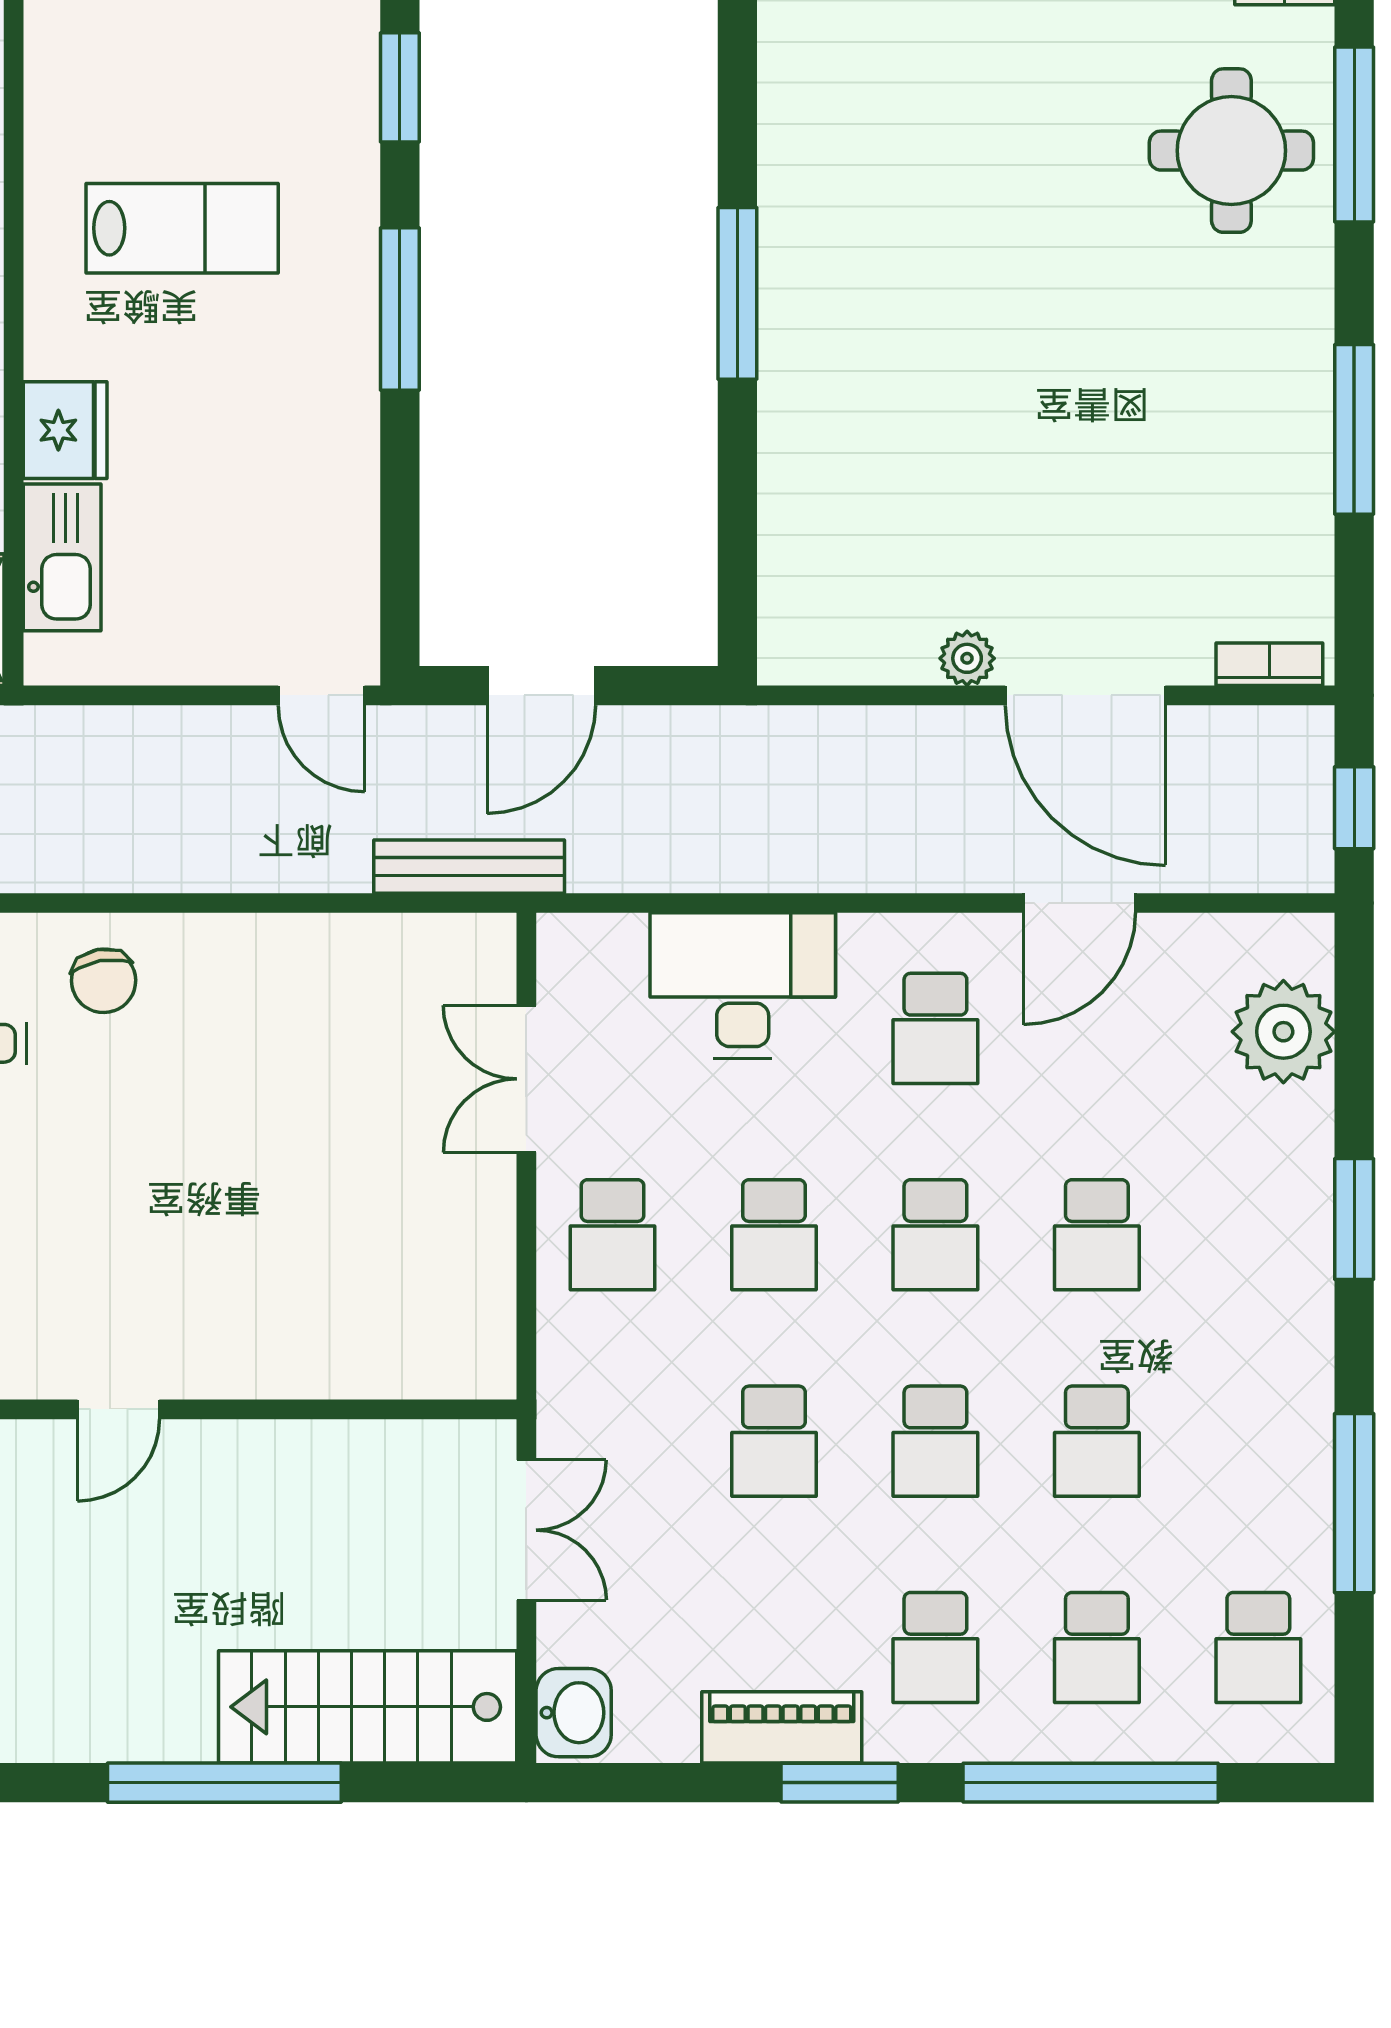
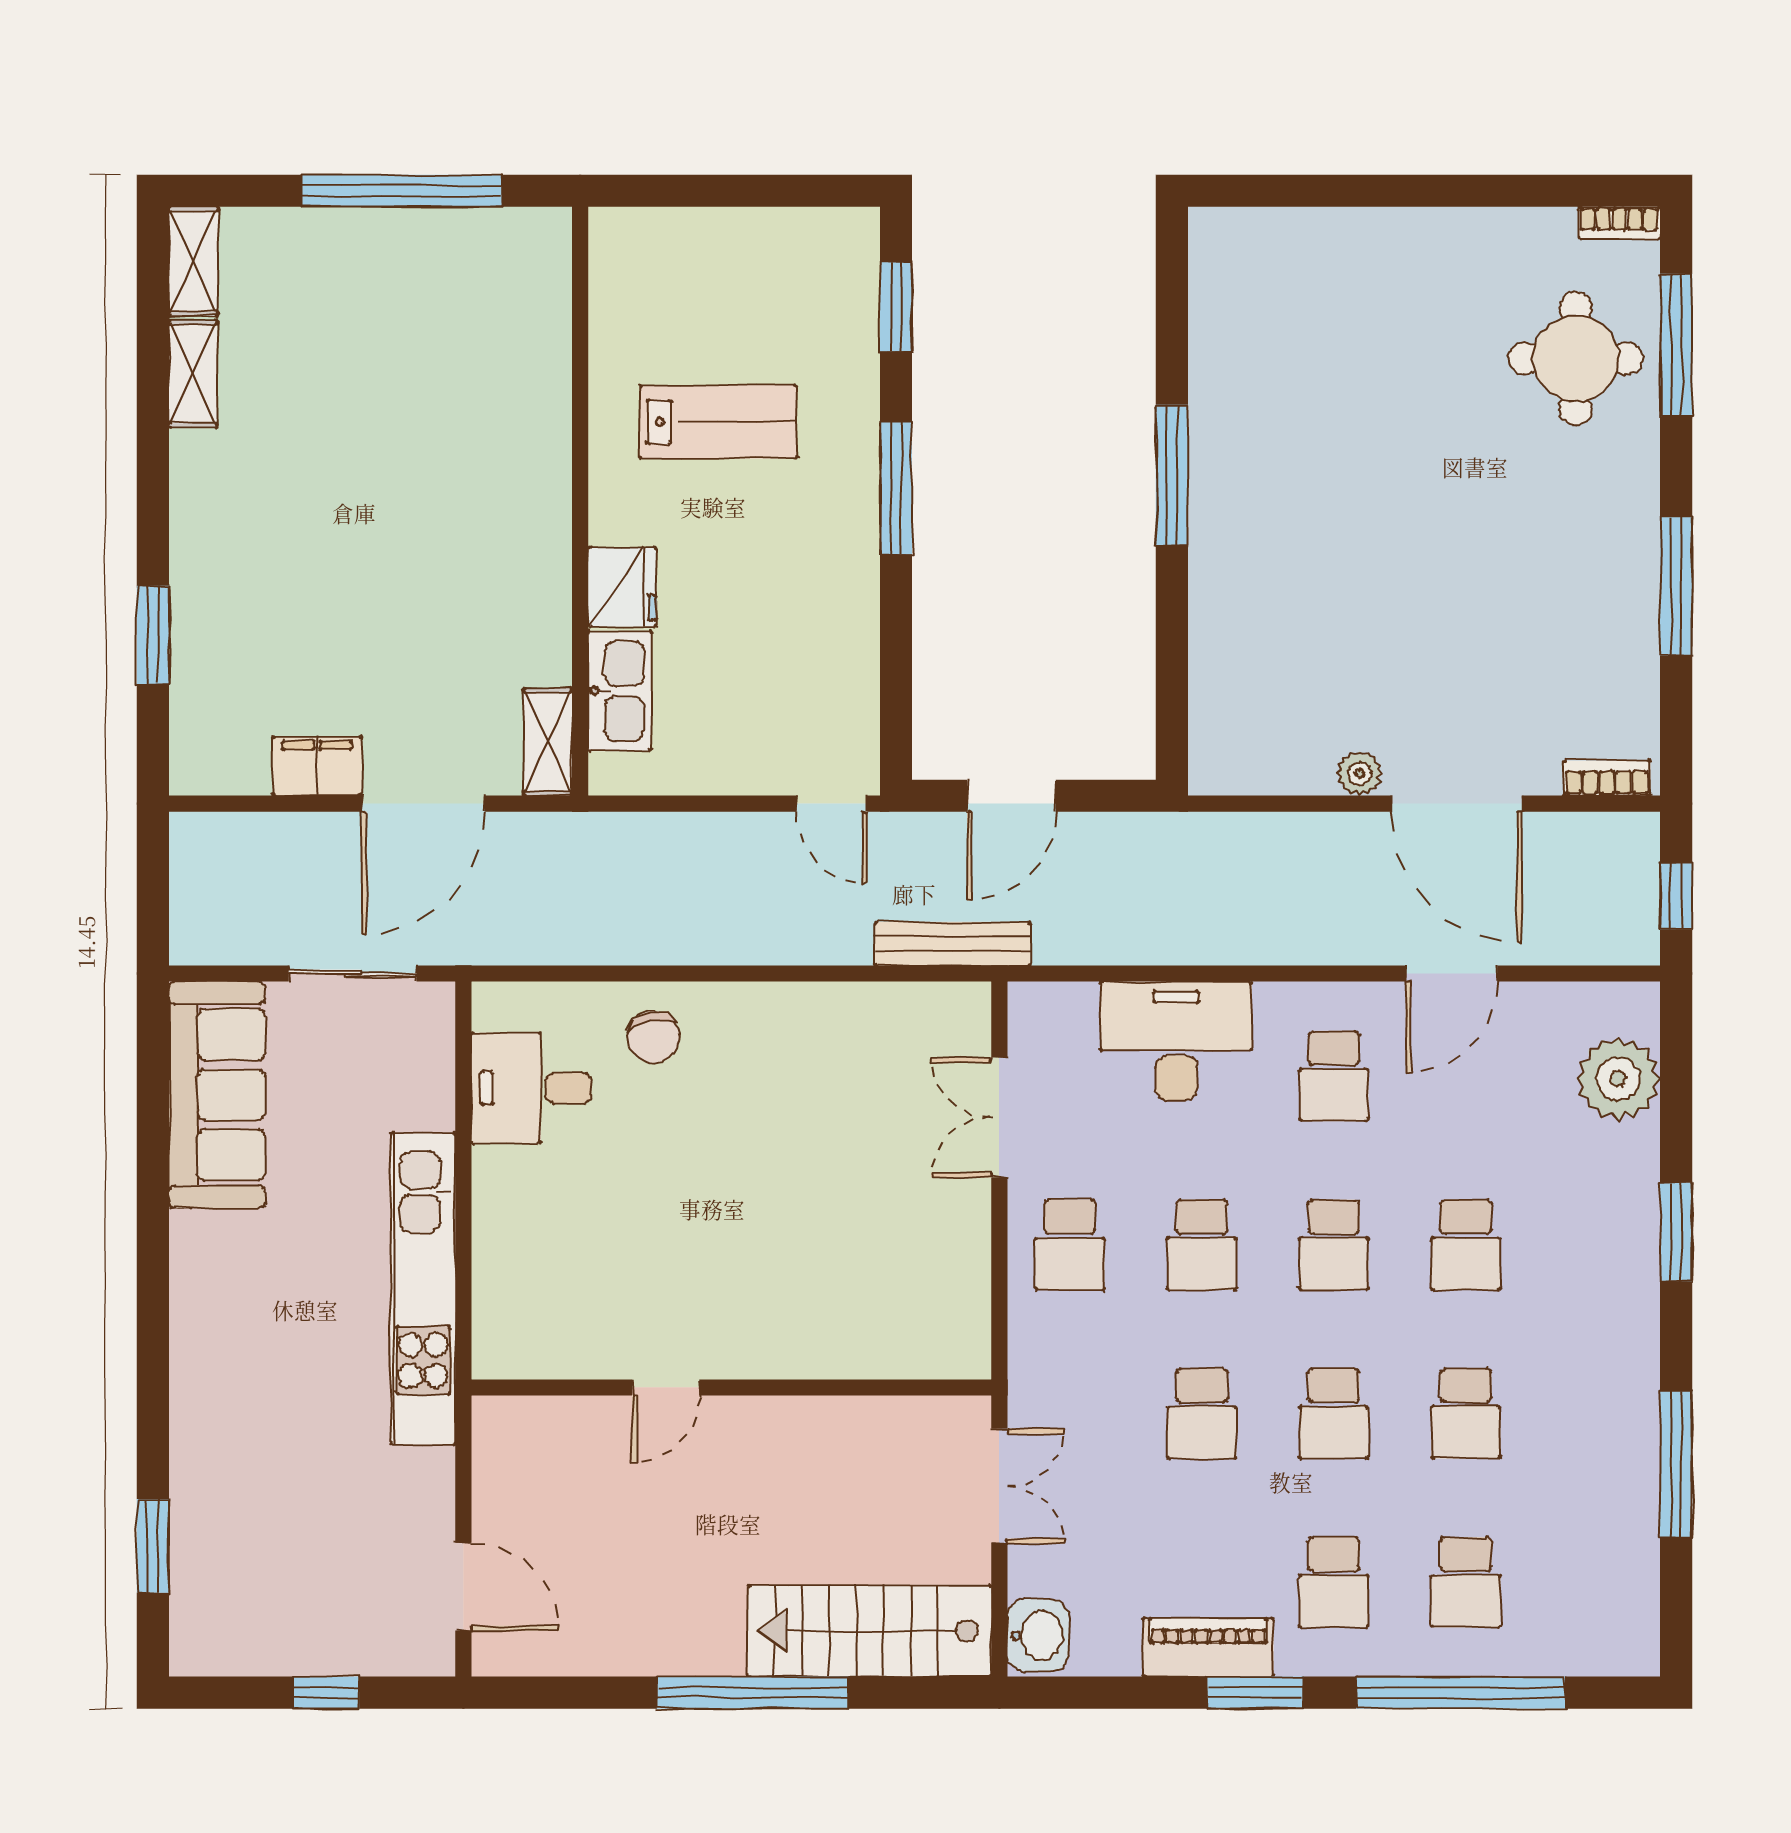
school desk: (1258, 1648) -> (1598, 1582), removed

